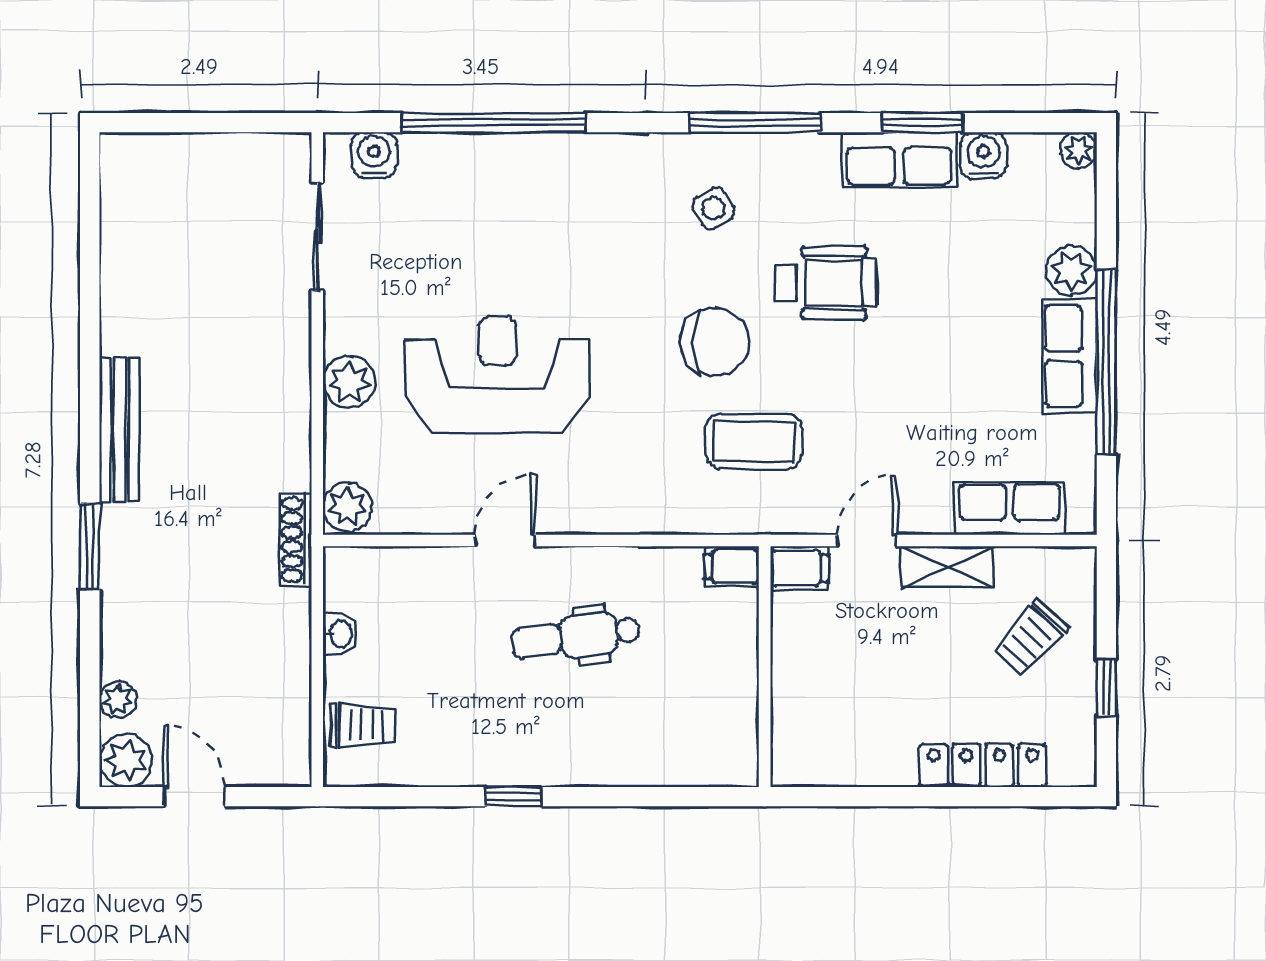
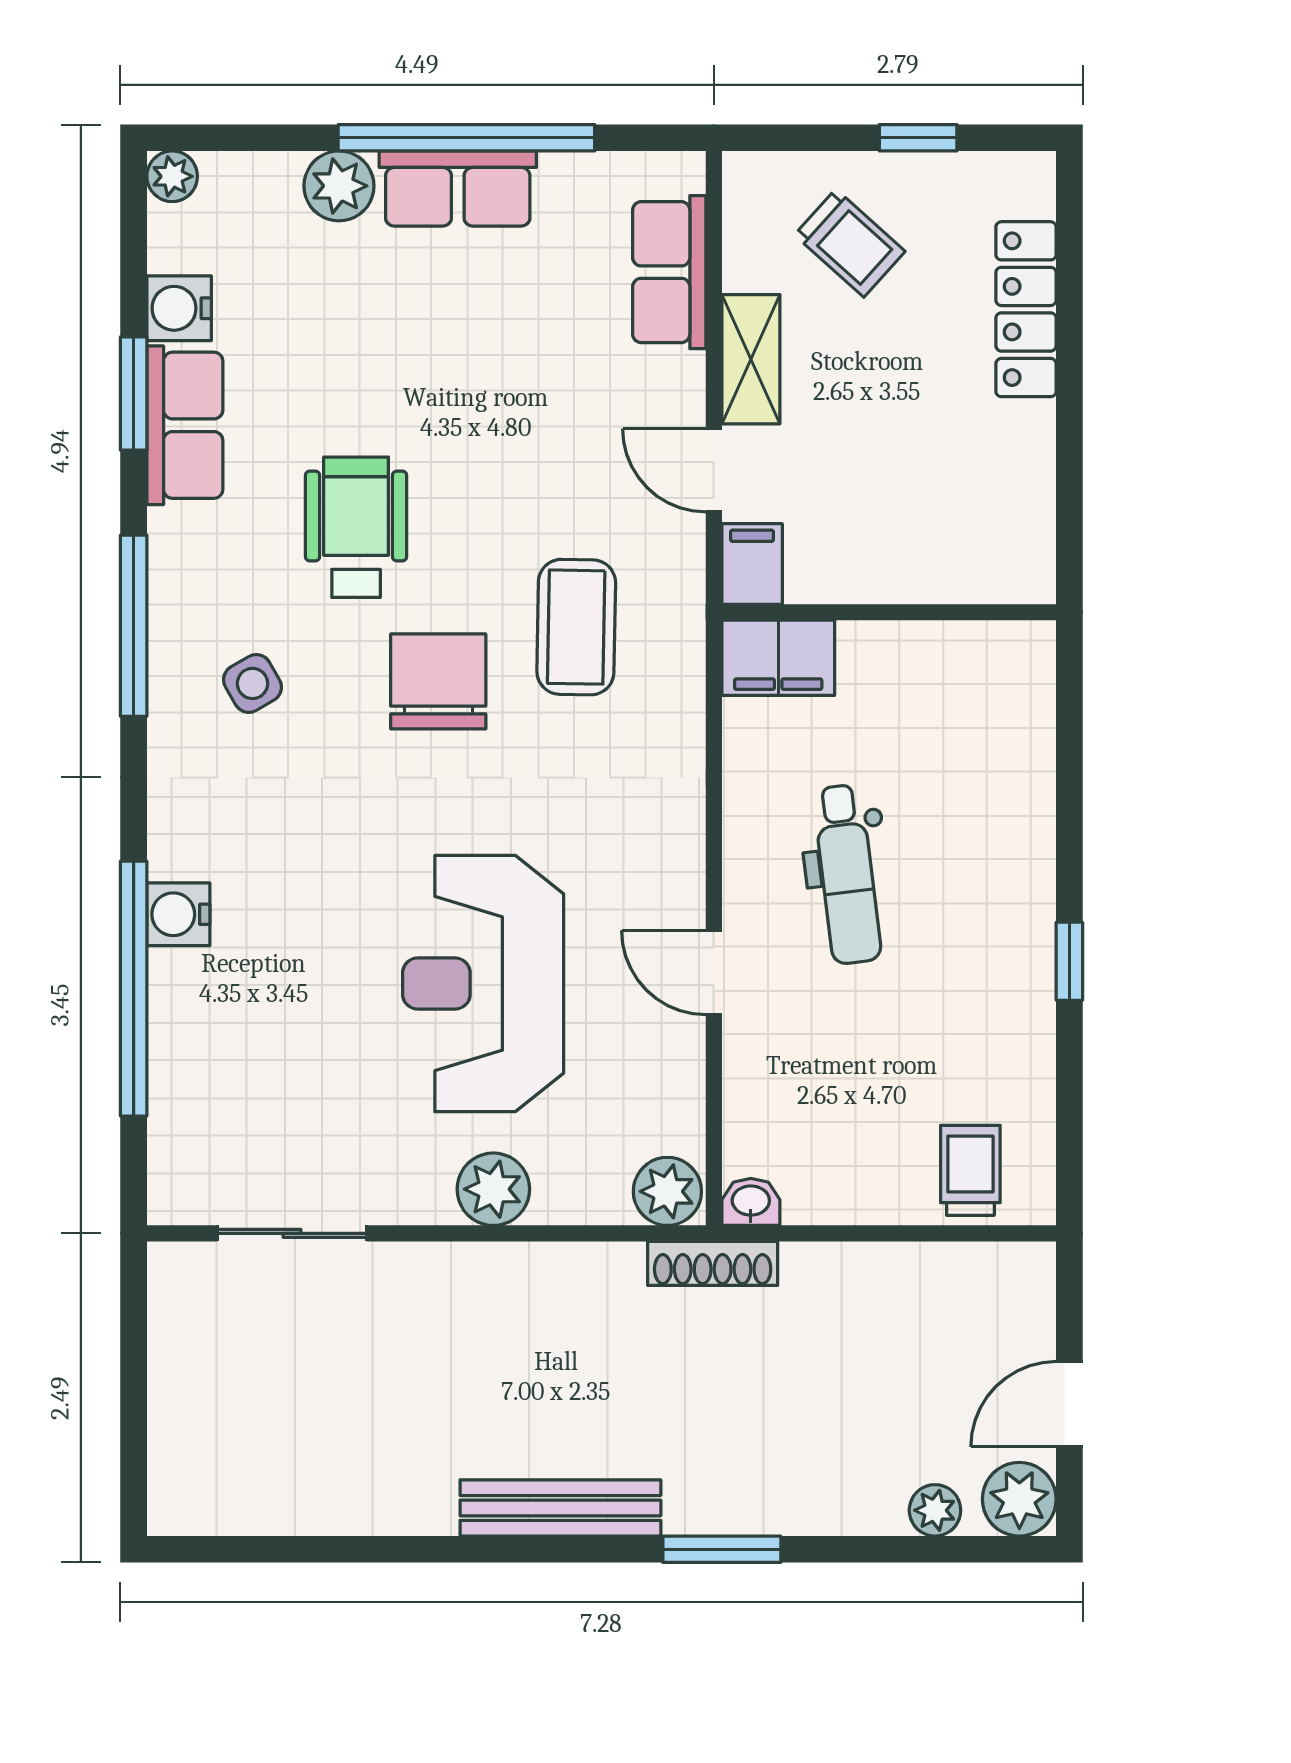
water cooler: (374, 155) -> (178, 914), moved
filing cabinet: (732, 567) -> (778, 658), width x2.00
washbasin: (340, 634) -> (751, 1202), moved

